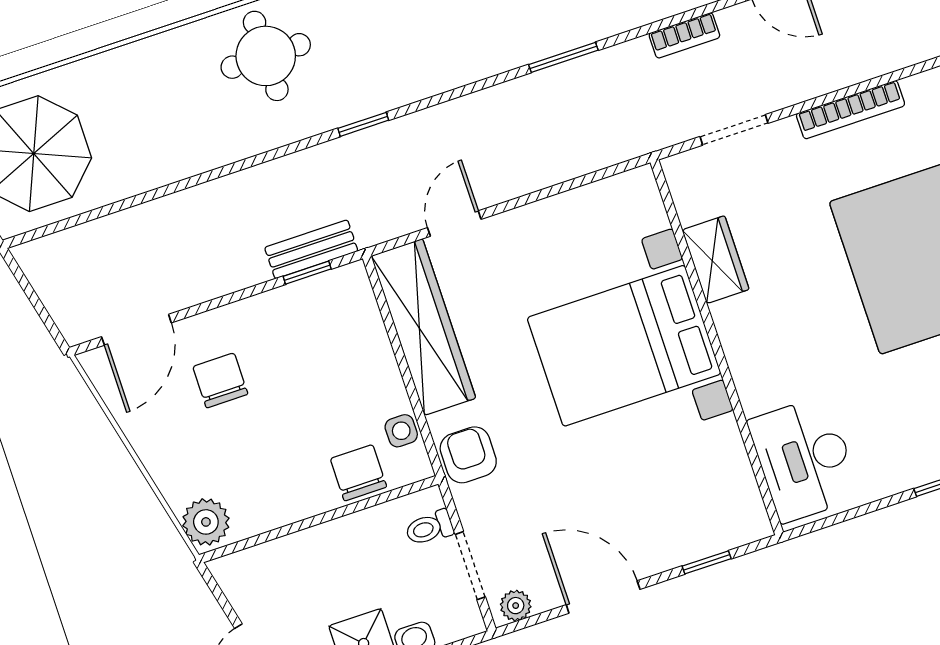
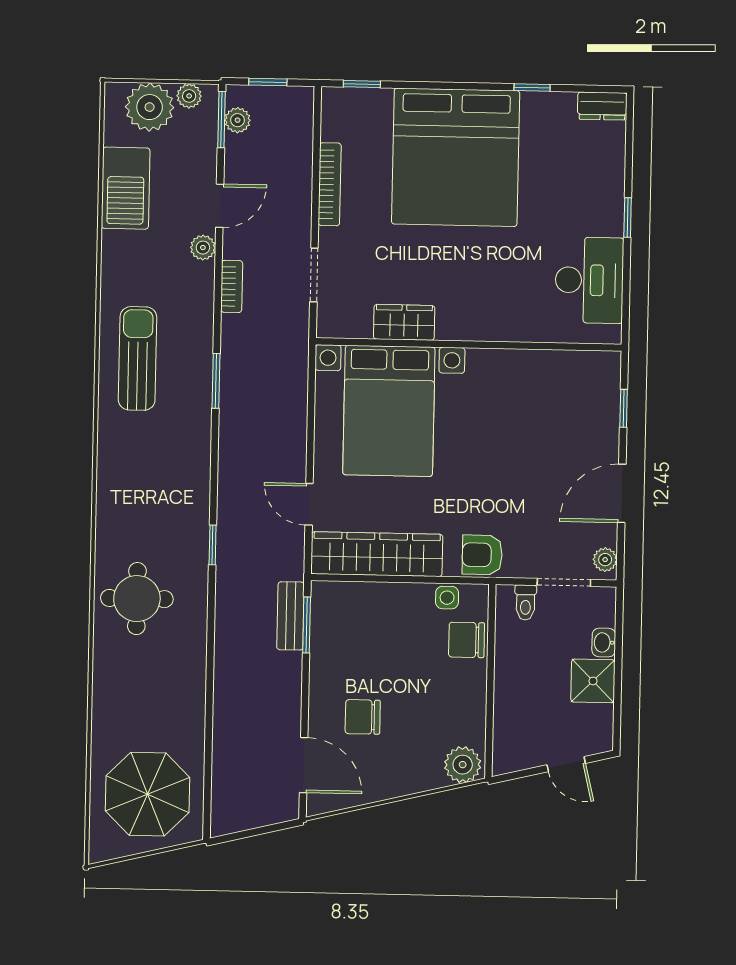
window: (307, 273) -> (307, 625), width x1.50
bed with nightstands: (624, 346) -> (389, 411), moved
desk: (804, 459) -> (589, 280), moved, turned -90

